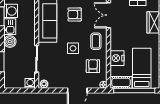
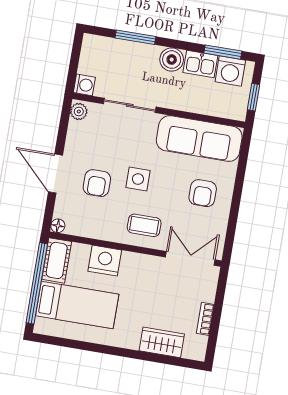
armchair: (75, 14) -> (203, 193), turned 180
armchair: (93, 66) -> (97, 183), moved, turned 90

